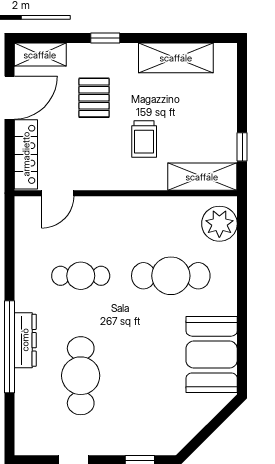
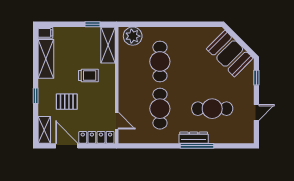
filing cabinet: (226, 57) -> (45, 33), added
cafe table: (81, 276) -> (160, 109), width x1.37, depth x1.35
window: (10, 347) -> (197, 146), width x0.68
booth: (212, 355) -> (230, 54), moved, turned 45

